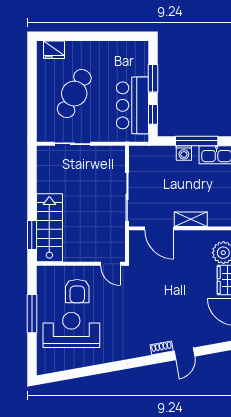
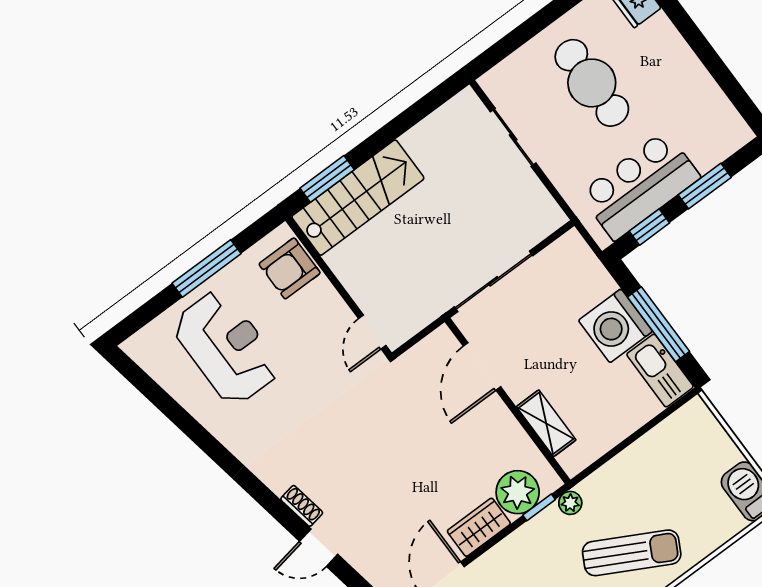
cafe table: (74, 94) -> (592, 83), turned 63
washing machine: (184, 153) -> (615, 326), width x1.89, depth x1.89
shelving: (191, 219) -> (546, 423), moved
armchair: (77, 291) -> (290, 268), moved

